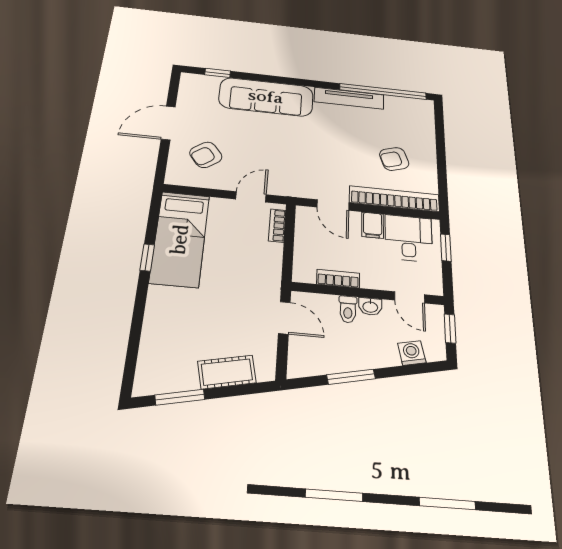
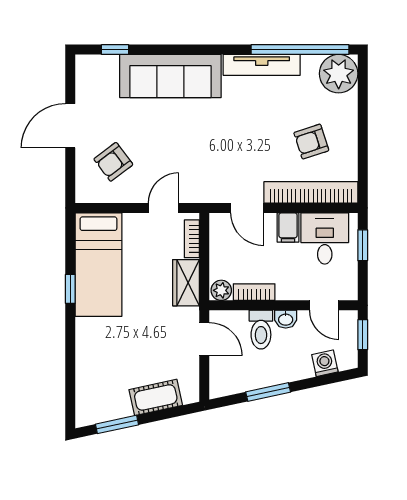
plant: (417, 112) -> (339, 74), added
wardrobe: (269, 263) -> (186, 283), added
plant: (304, 274) -> (221, 290), added
toilet: (348, 309) -> (261, 330), width x1.37, depth x1.39

